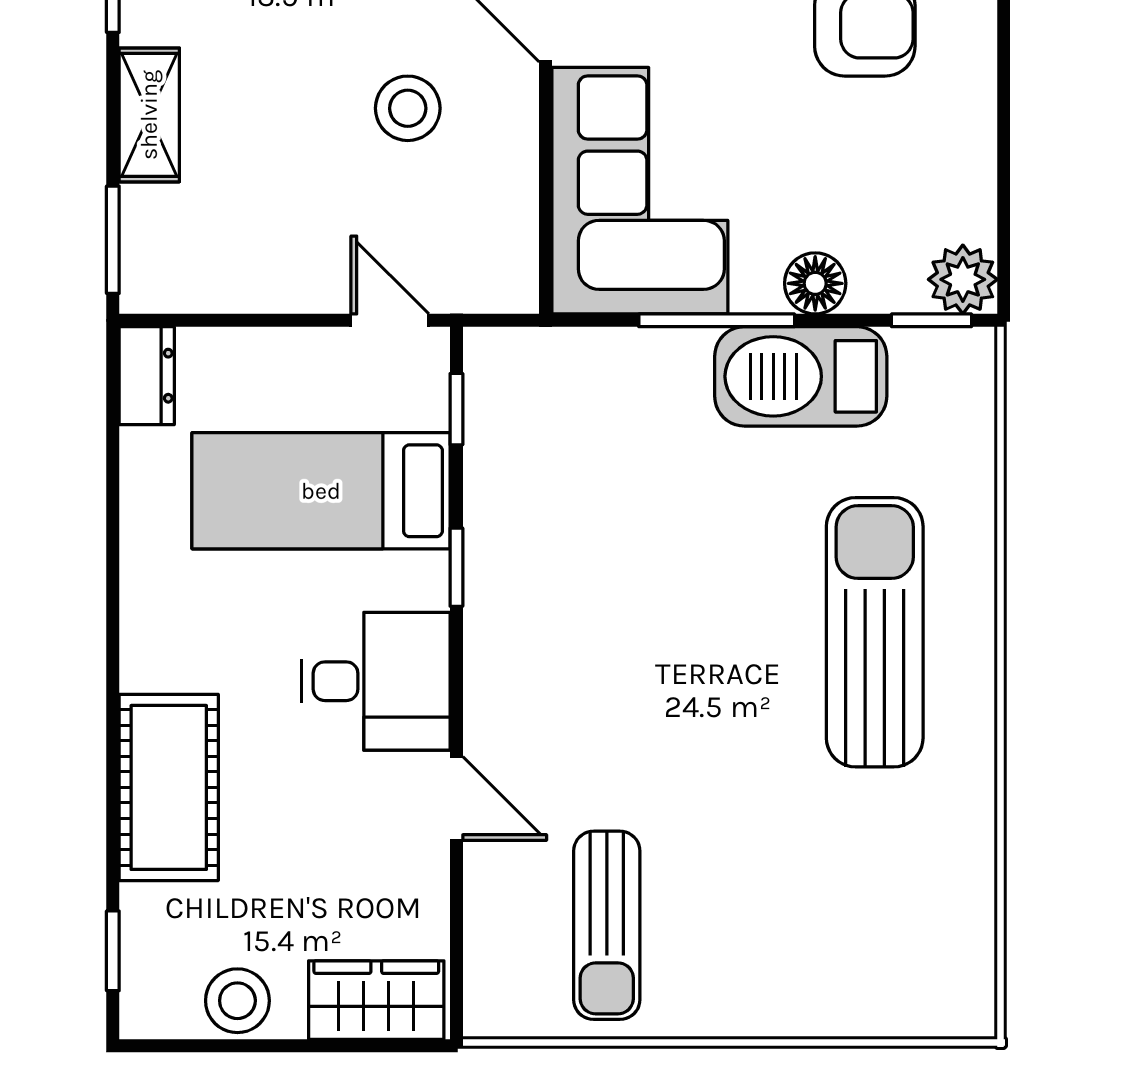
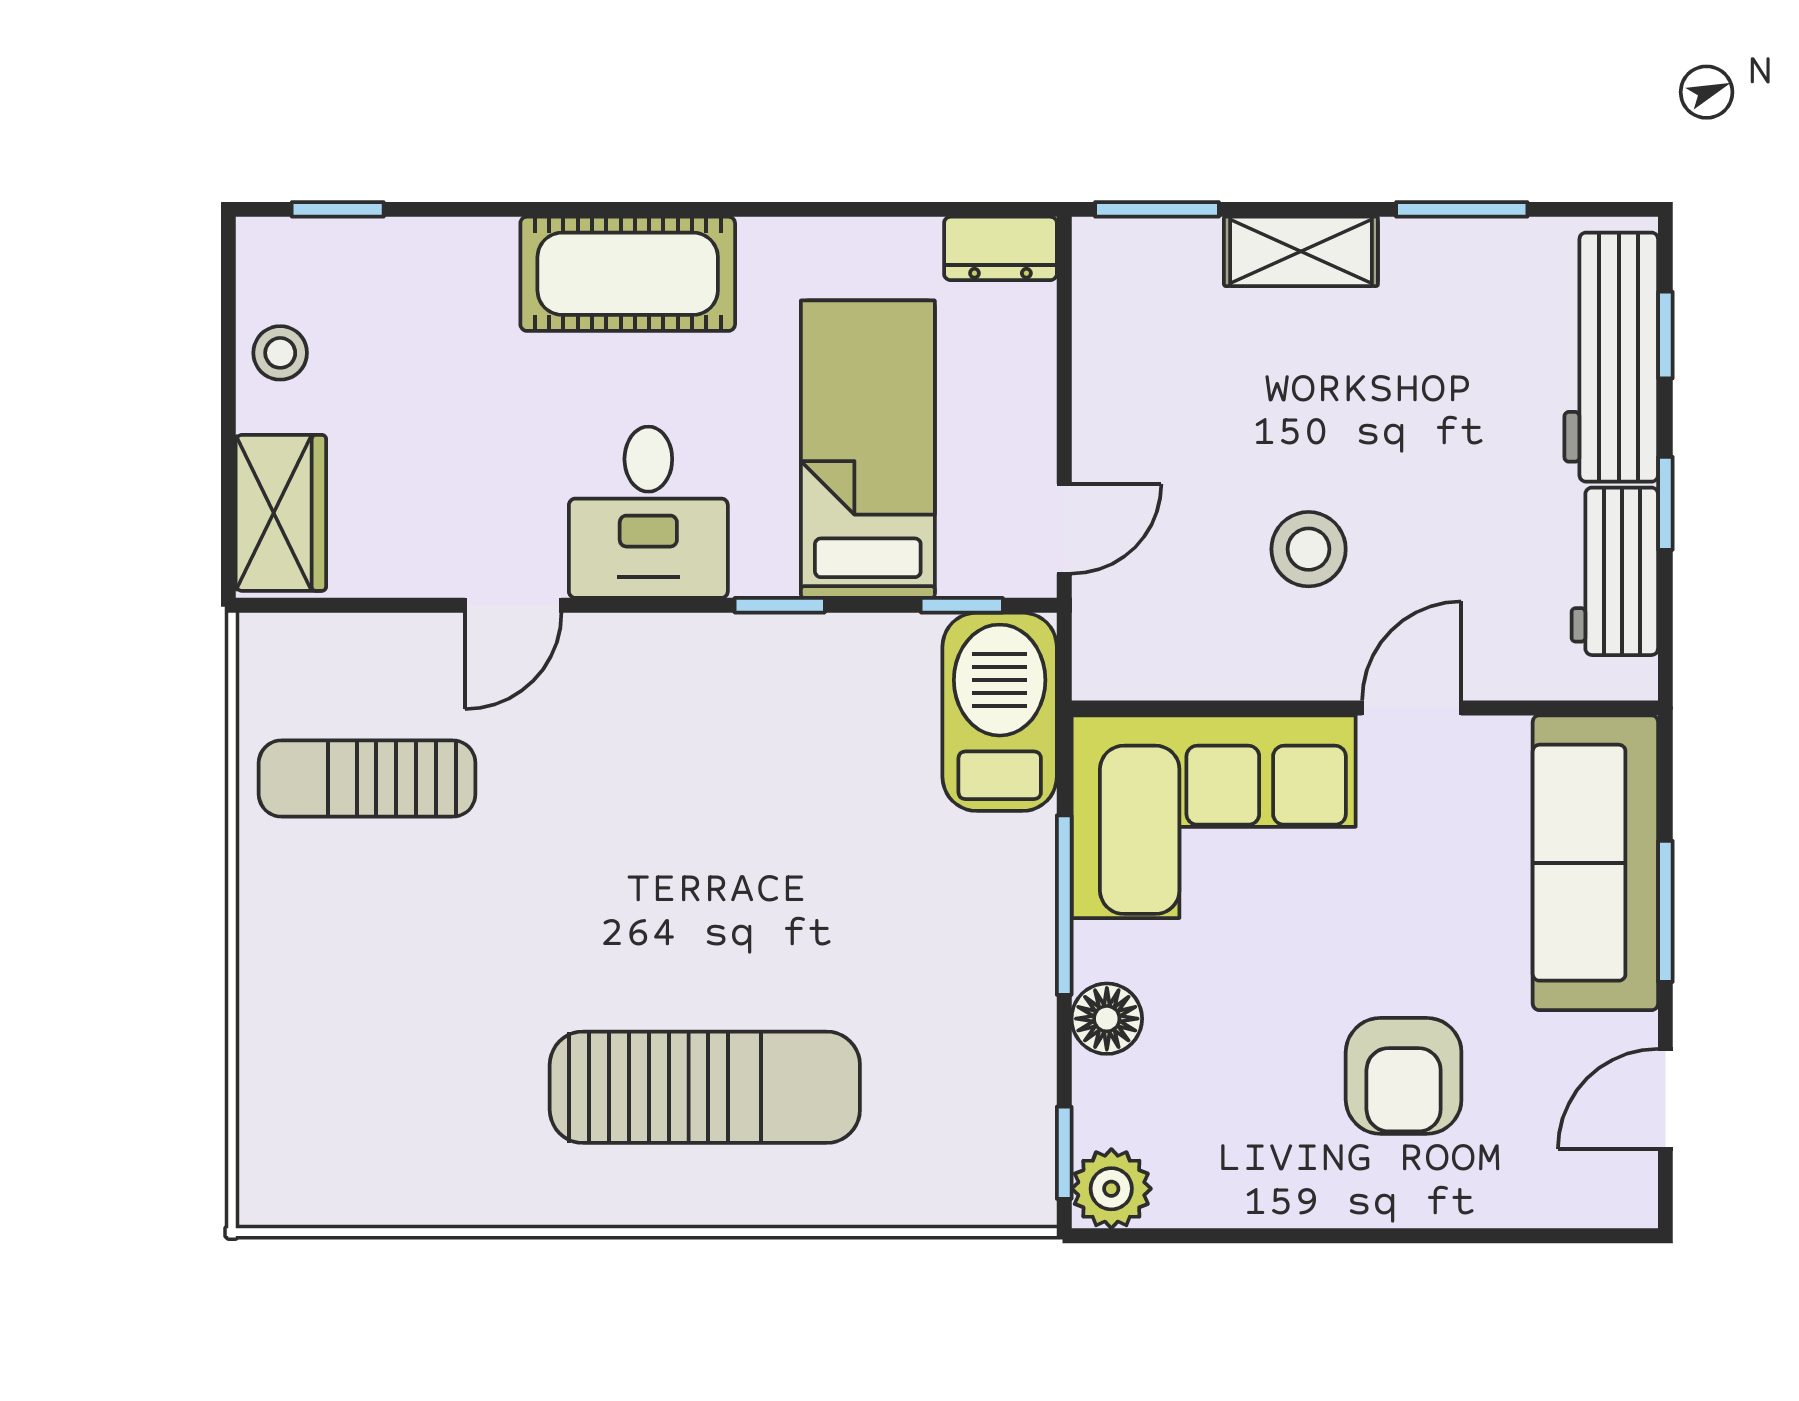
barbecue: (801, 376) -> (1000, 712), moved
cot: (169, 787) -> (628, 274), moved
stool: (237, 1001) -> (280, 353), width x0.73, depth x0.73

